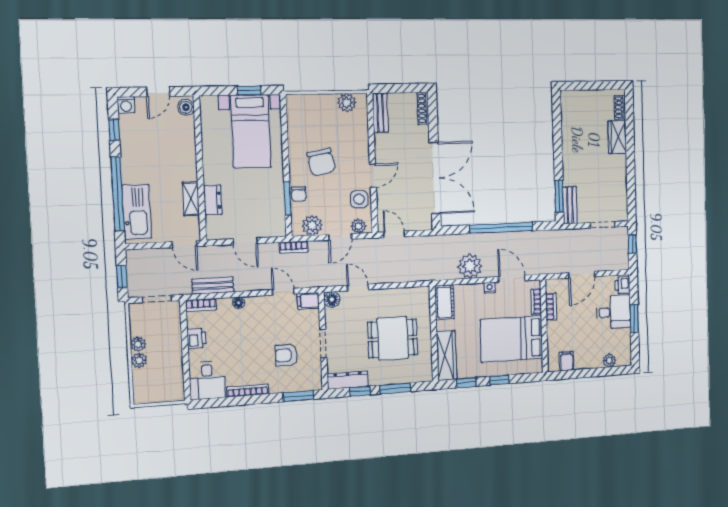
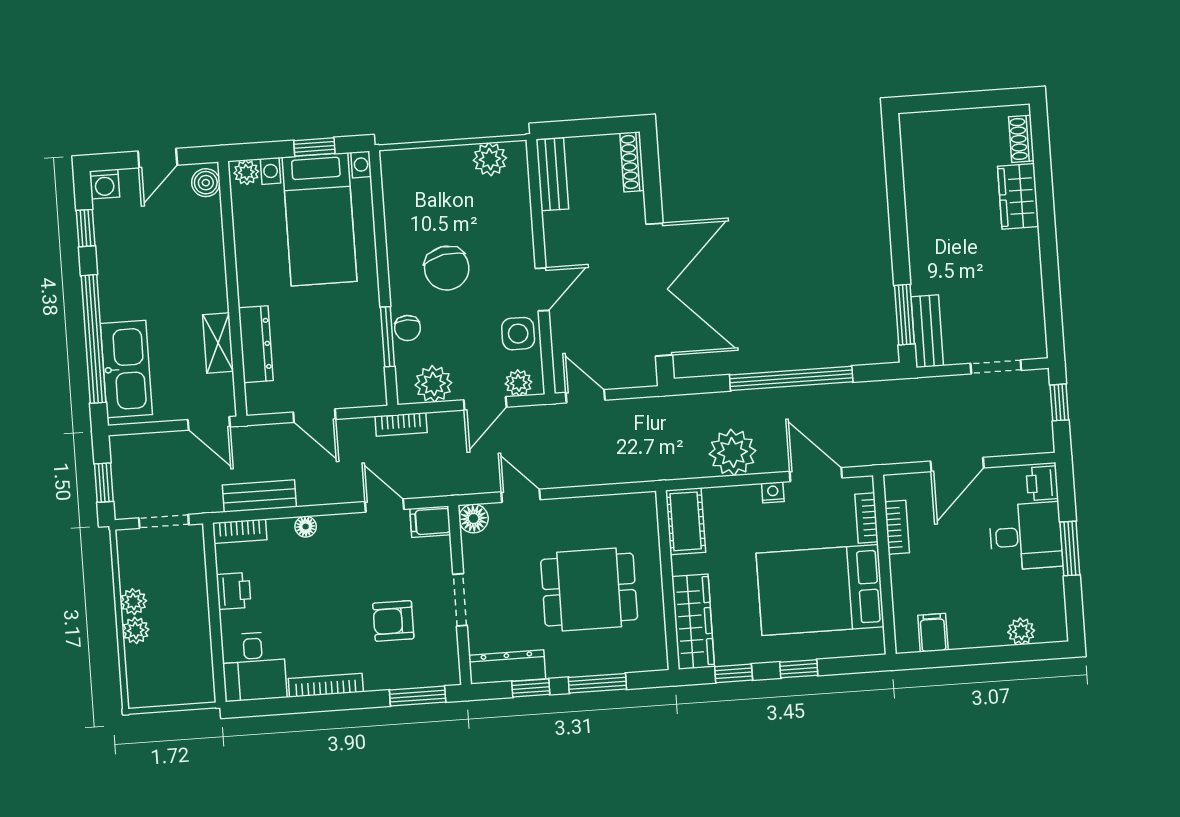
plant: (210, 103) -> (246, 172), added
dresser: (213, 200) -> (256, 344), width x1.44

